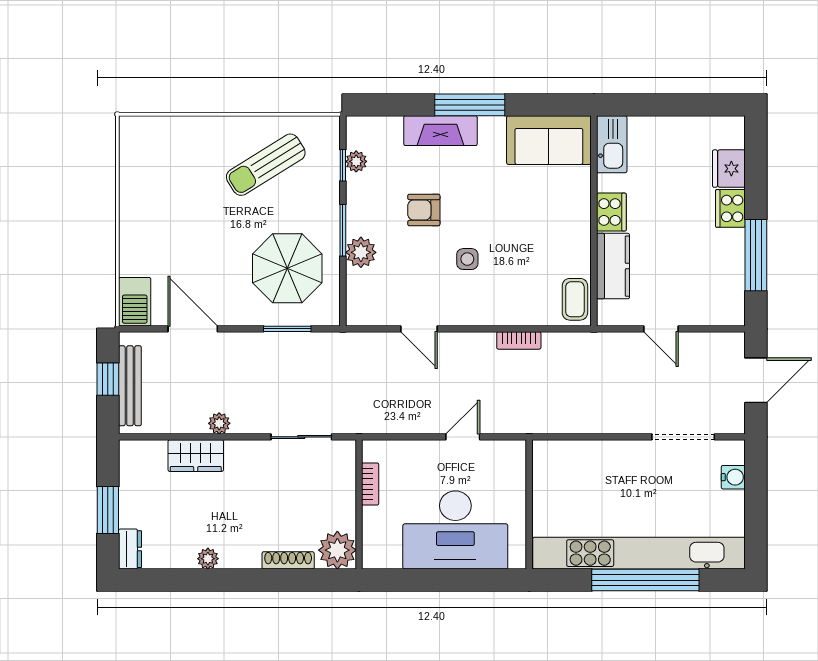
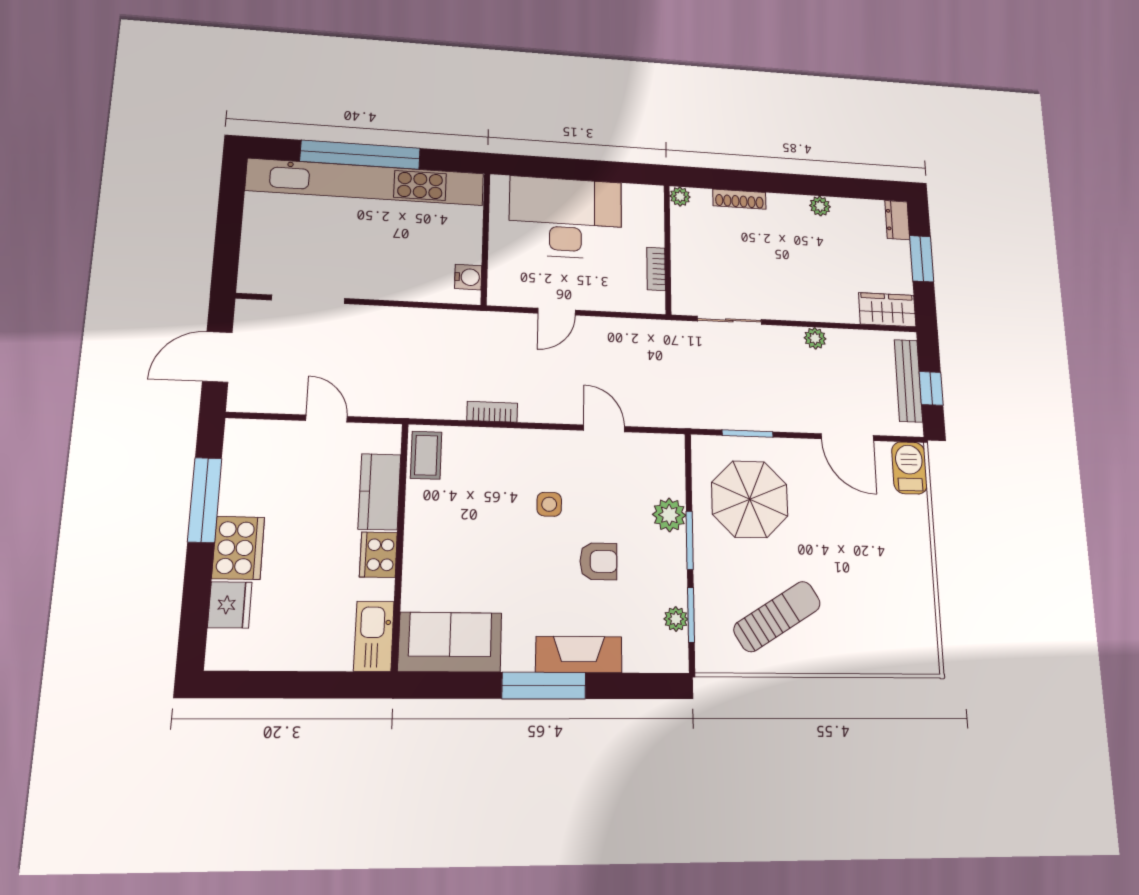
window: (343, 165) -> (691, 615), width x1.50
cooker: (730, 208) -> (238, 548), width x1.37, depth x1.31
wardrobe: (196, 456) -> (887, 310), moved
water cooler: (733, 477) -> (468, 277), moved, turned 180
plant: (337, 550) -> (680, 196), width x0.53, depth x0.53

